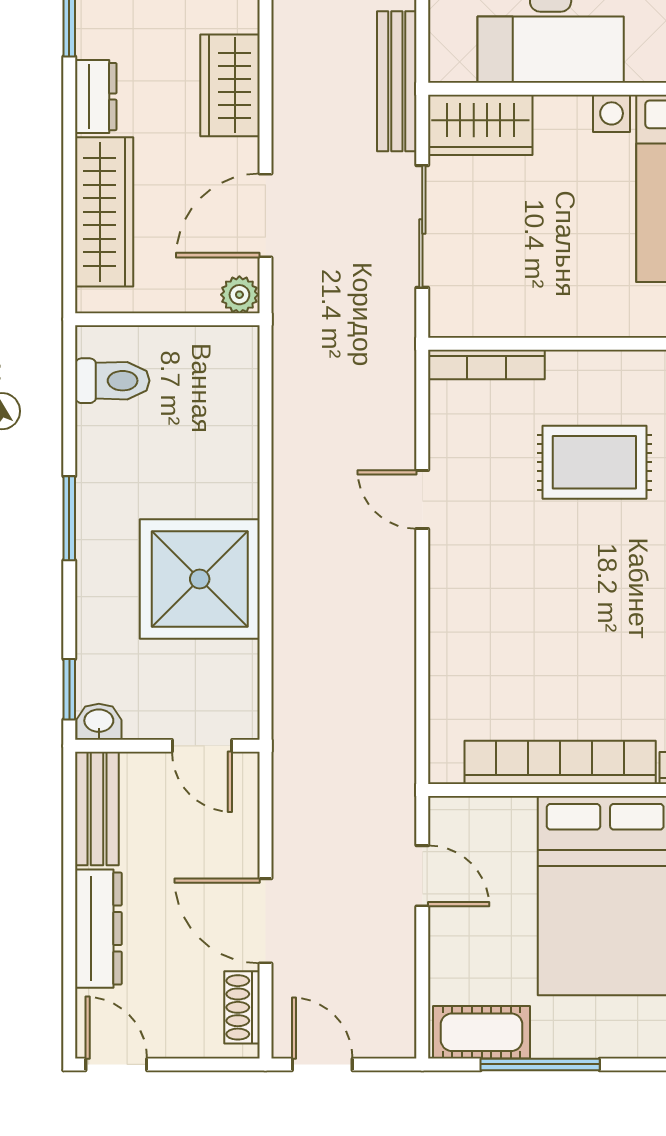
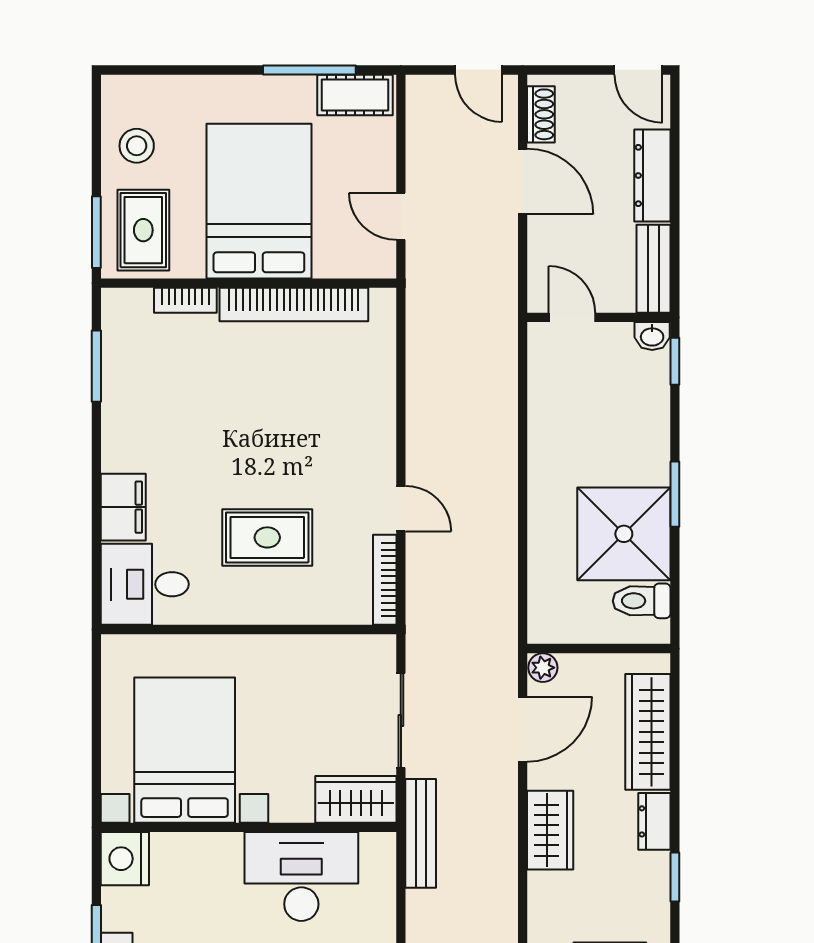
bookcase: (486, 365) -> (385, 580), moved, turned -90
shower: (200, 579) -> (624, 534), moved

